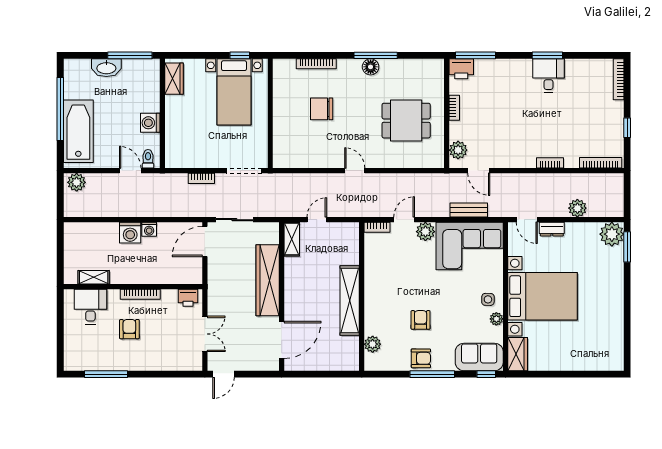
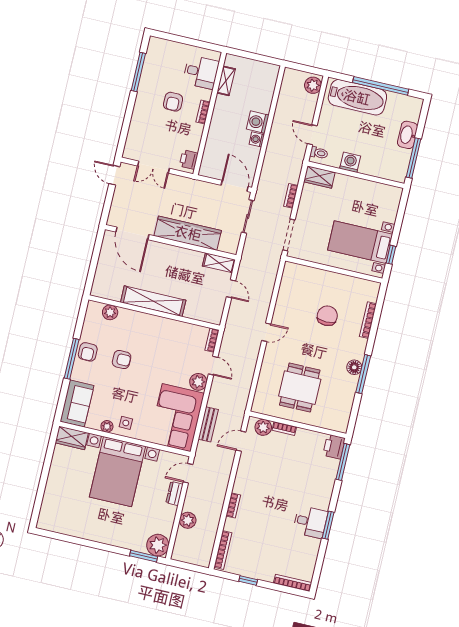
wardrobe: (174, 79) -> (319, 177), moved
bookcase: (454, 108) -> (284, 429), moved
door: (130, 171) -> (312, 135), swing flipped
bookcase: (140, 294) -> (203, 112), width x0.64
armchair: (129, 329) -> (173, 102), turned 90
window: (486, 374) -> (61, 406), removed

